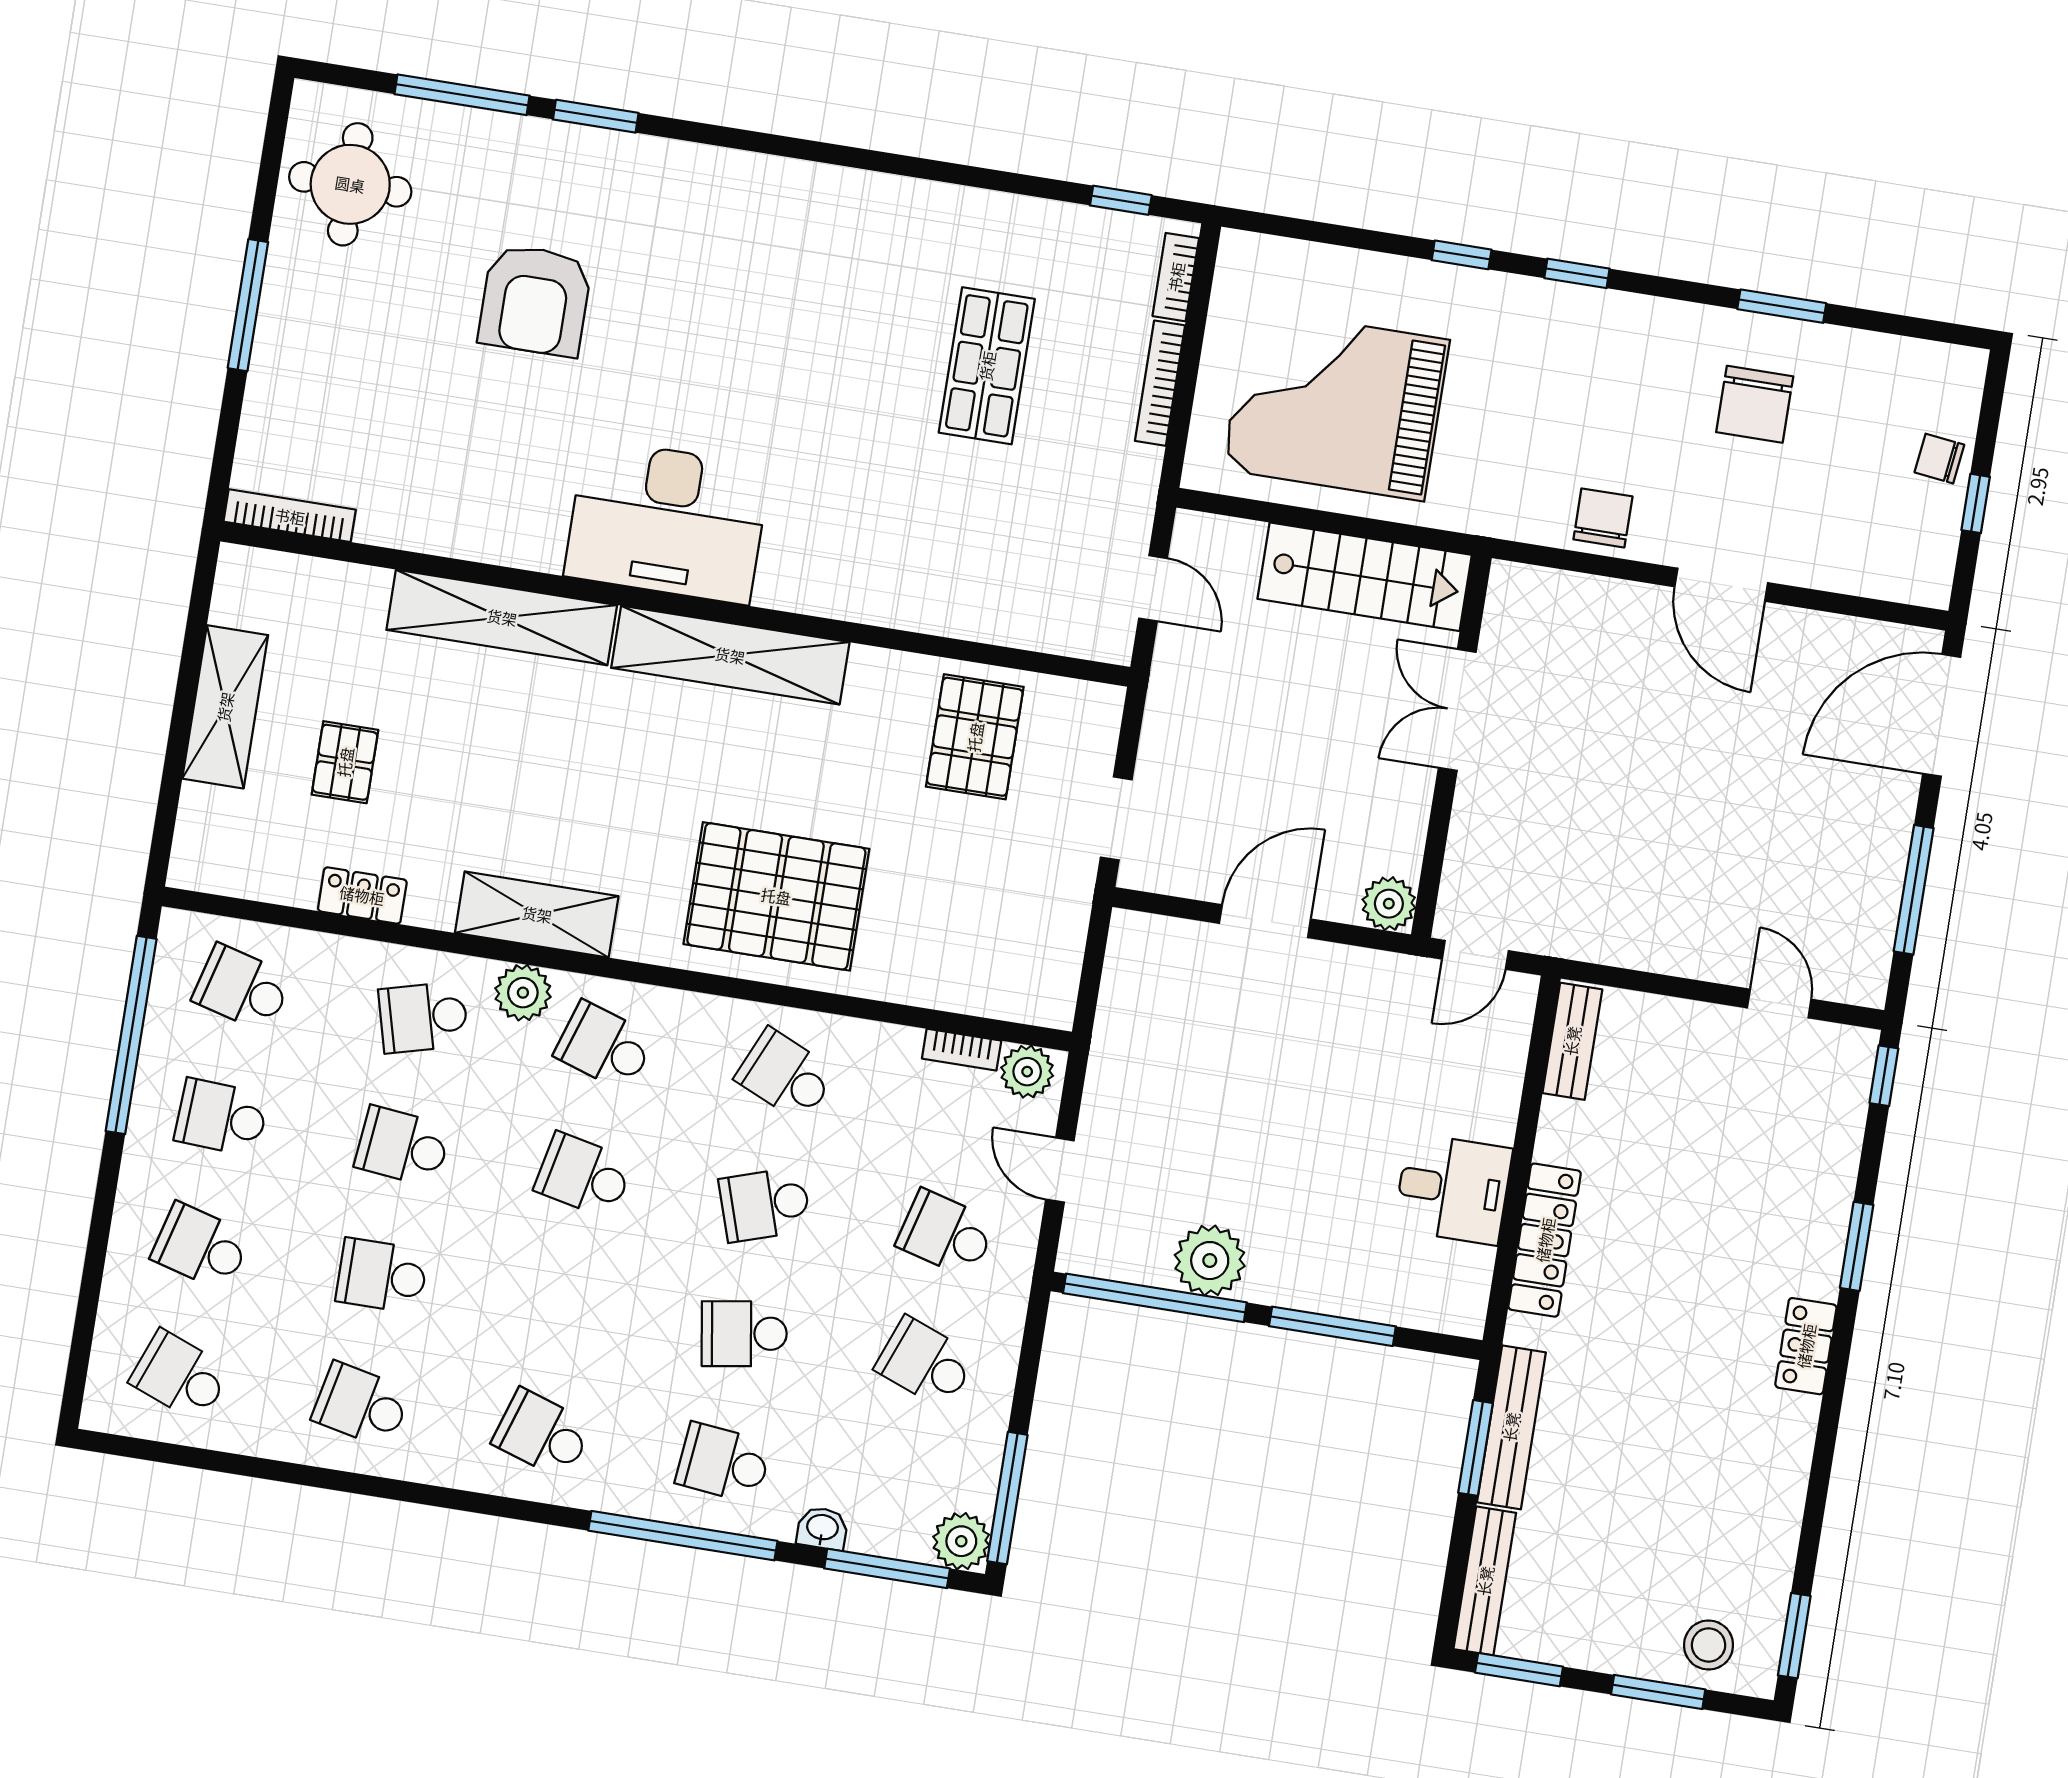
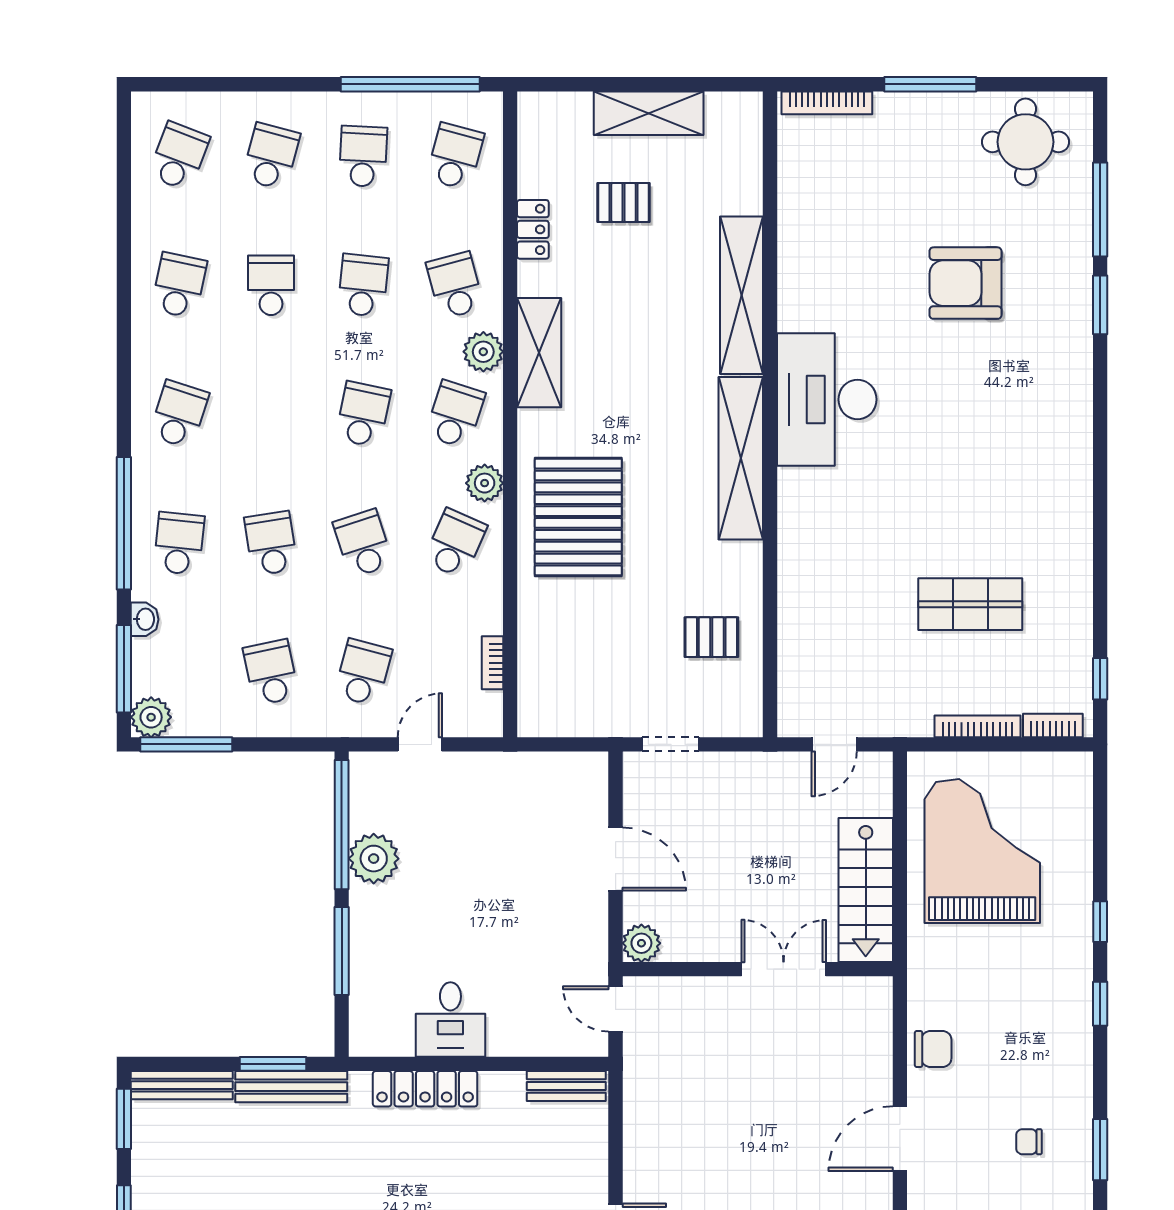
chair: (1755, 404) -> (1029, 1142), width x0.54, depth x0.54
bookcase: (290, 516) -> (827, 103), moved, turned 90
pallet: (975, 737) -> (711, 637), width x0.67, depth x0.71
plant: (1027, 1072) -> (485, 483), moved
school desk: (925, 1363) -> (271, 672), turned -33

